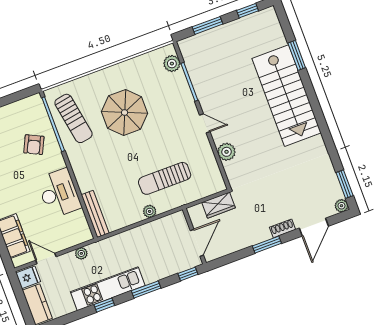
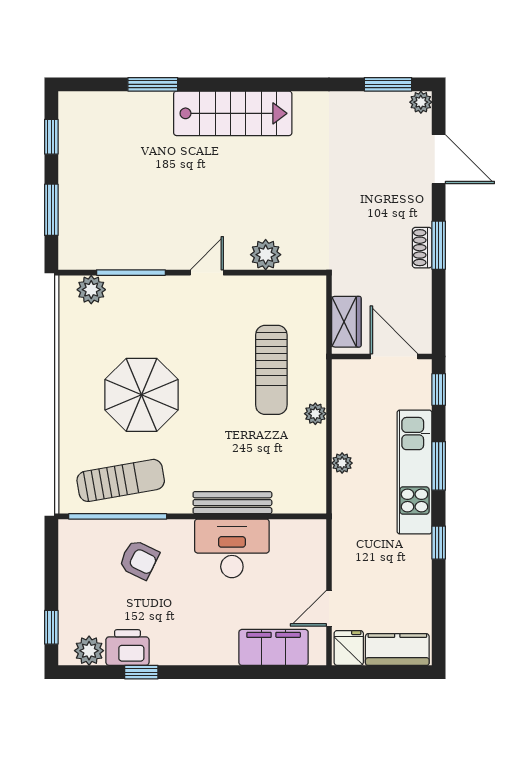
stairs: (287, 96) -> (233, 113), width x0.73, depth x0.66
wardrobe: (218, 205) -> (346, 322), moved
bench: (95, 214) -> (232, 503), moved
shoe rack: (282, 228) -> (422, 248), moved
plant: (81, 253) -> (342, 463), moved
kitchen unit: (108, 289) -> (414, 472), moved

